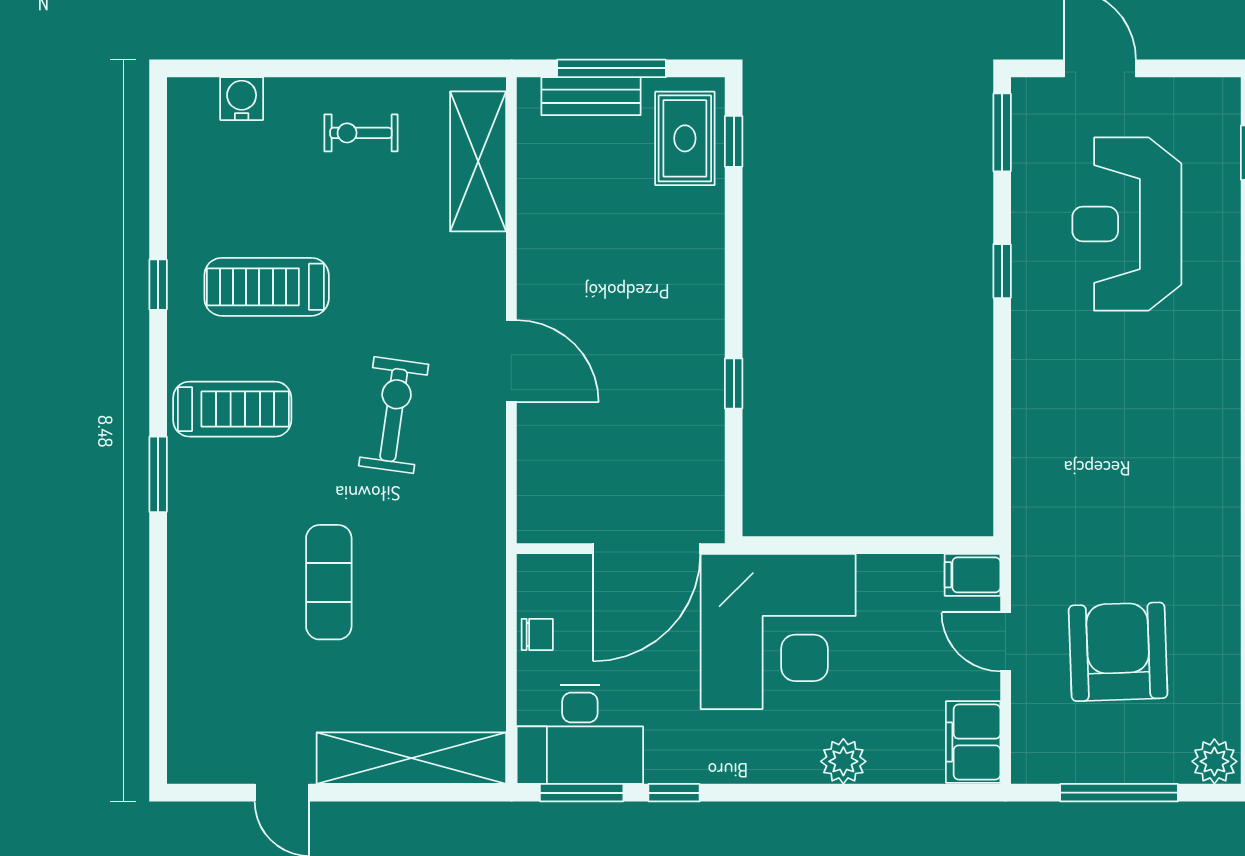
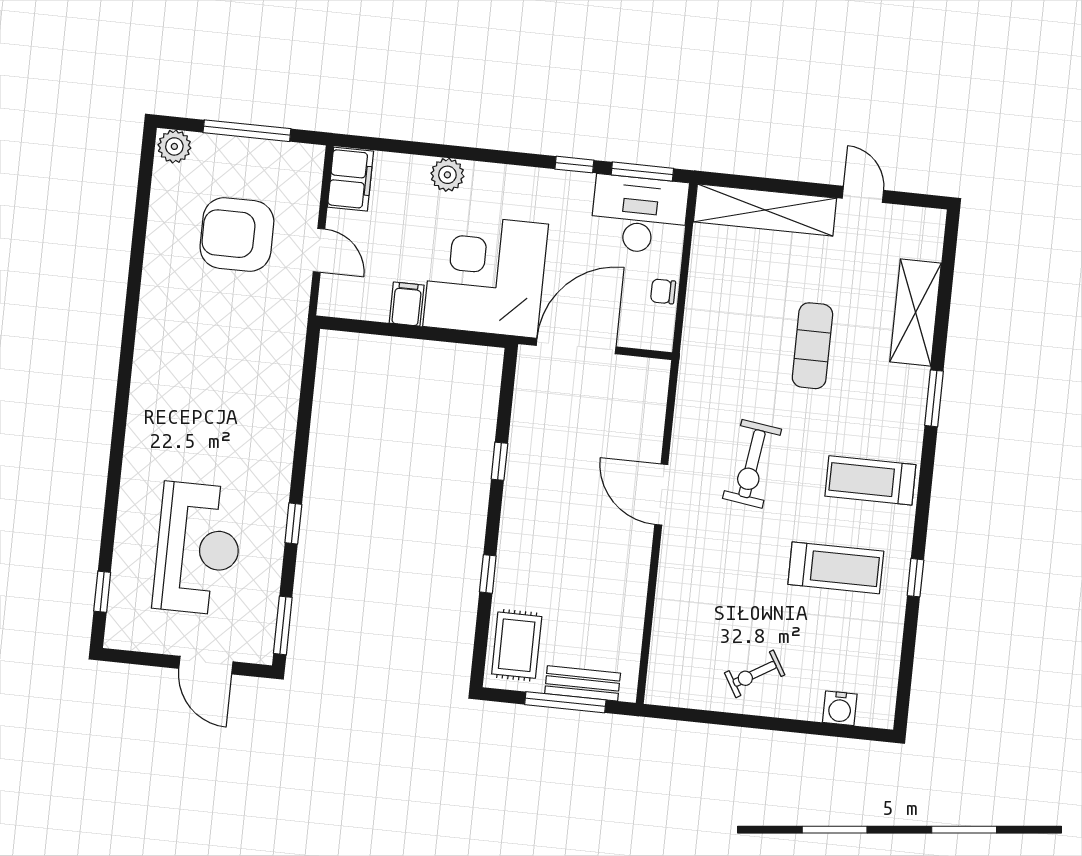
exercise bike: (361, 133) -> (755, 674), turned 149
window: (734, 141) -> (488, 574), moved
shelving: (478, 161) -> (916, 312), moved
window: (158, 474) -> (934, 398), moved
filing cabinet: (972, 575) -> (407, 304), moved, turned -90
armchair: (1118, 652) -> (237, 235), turned 92

